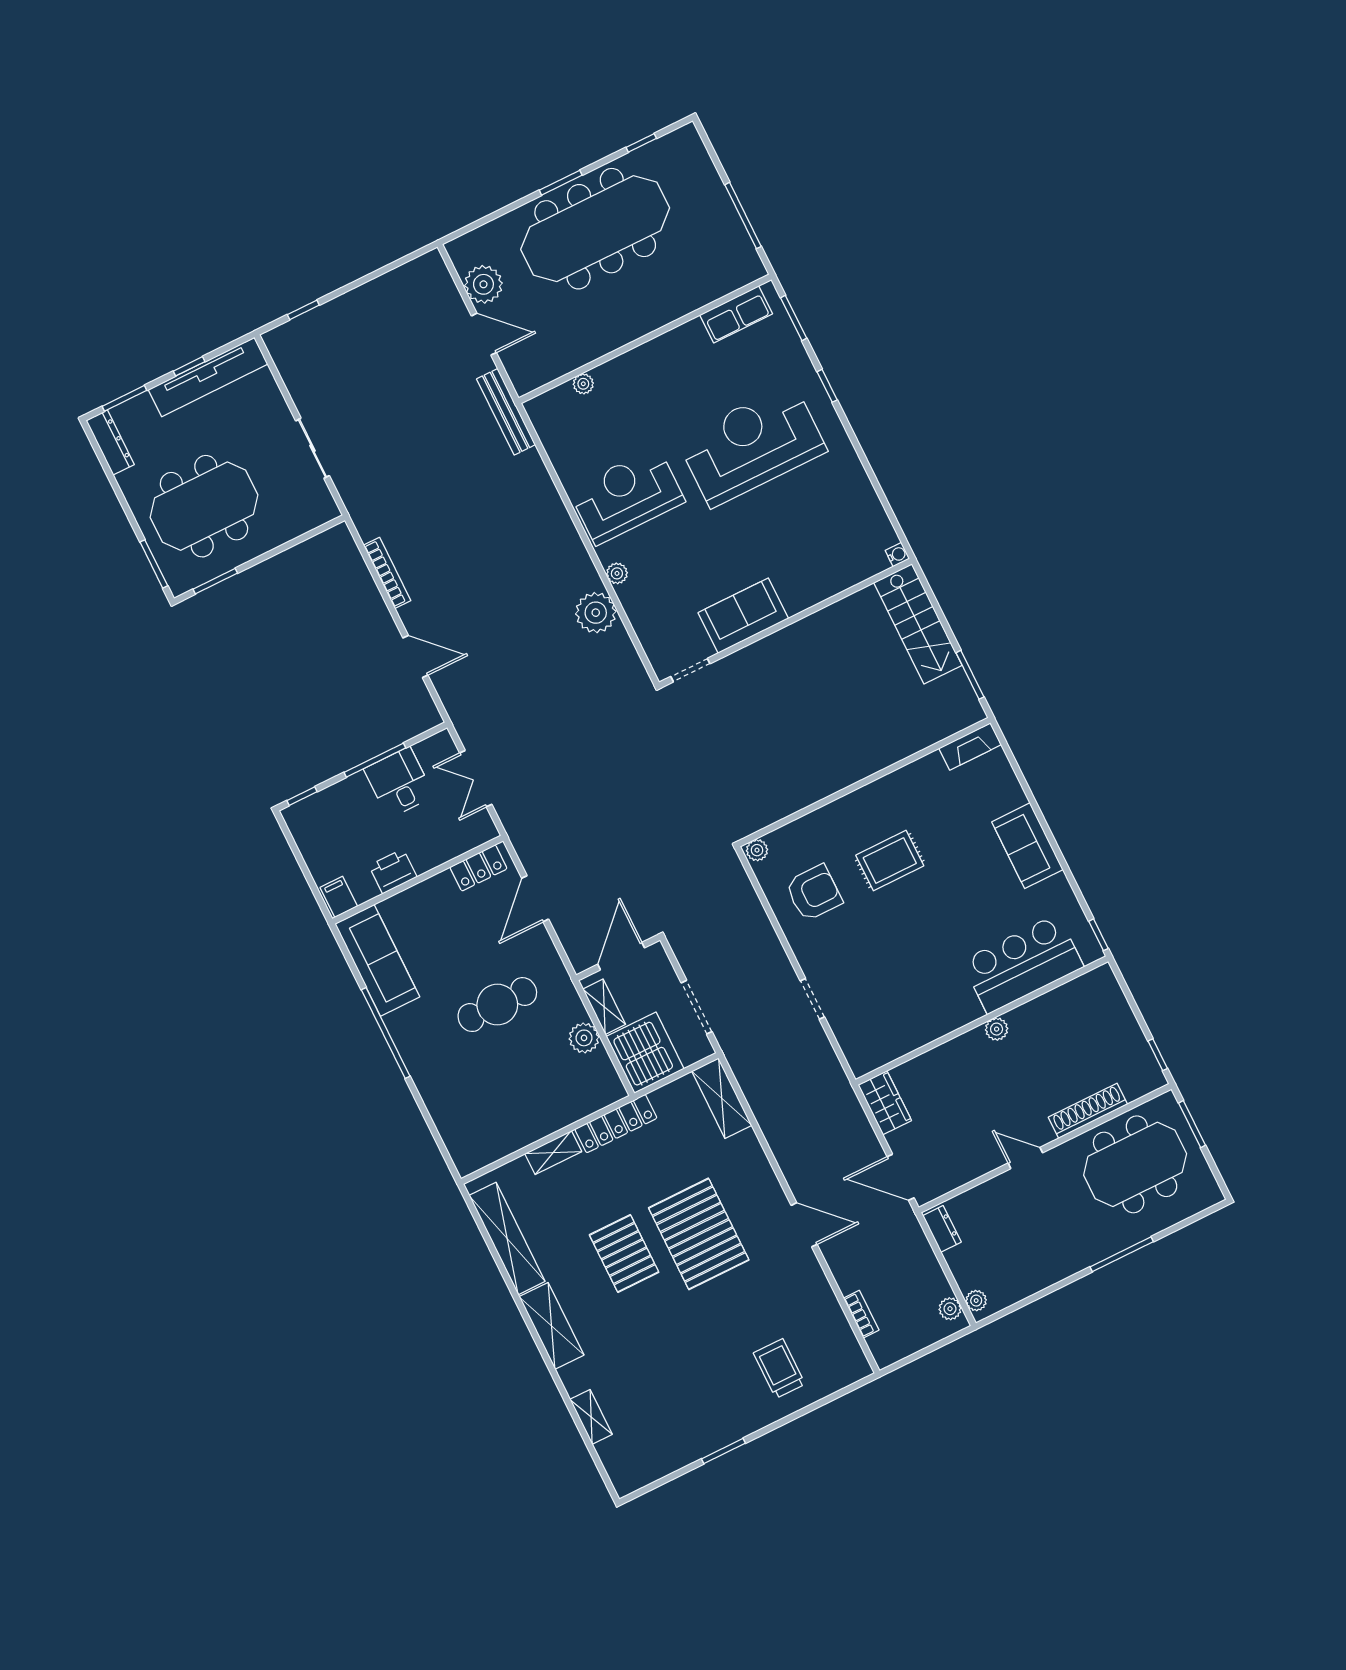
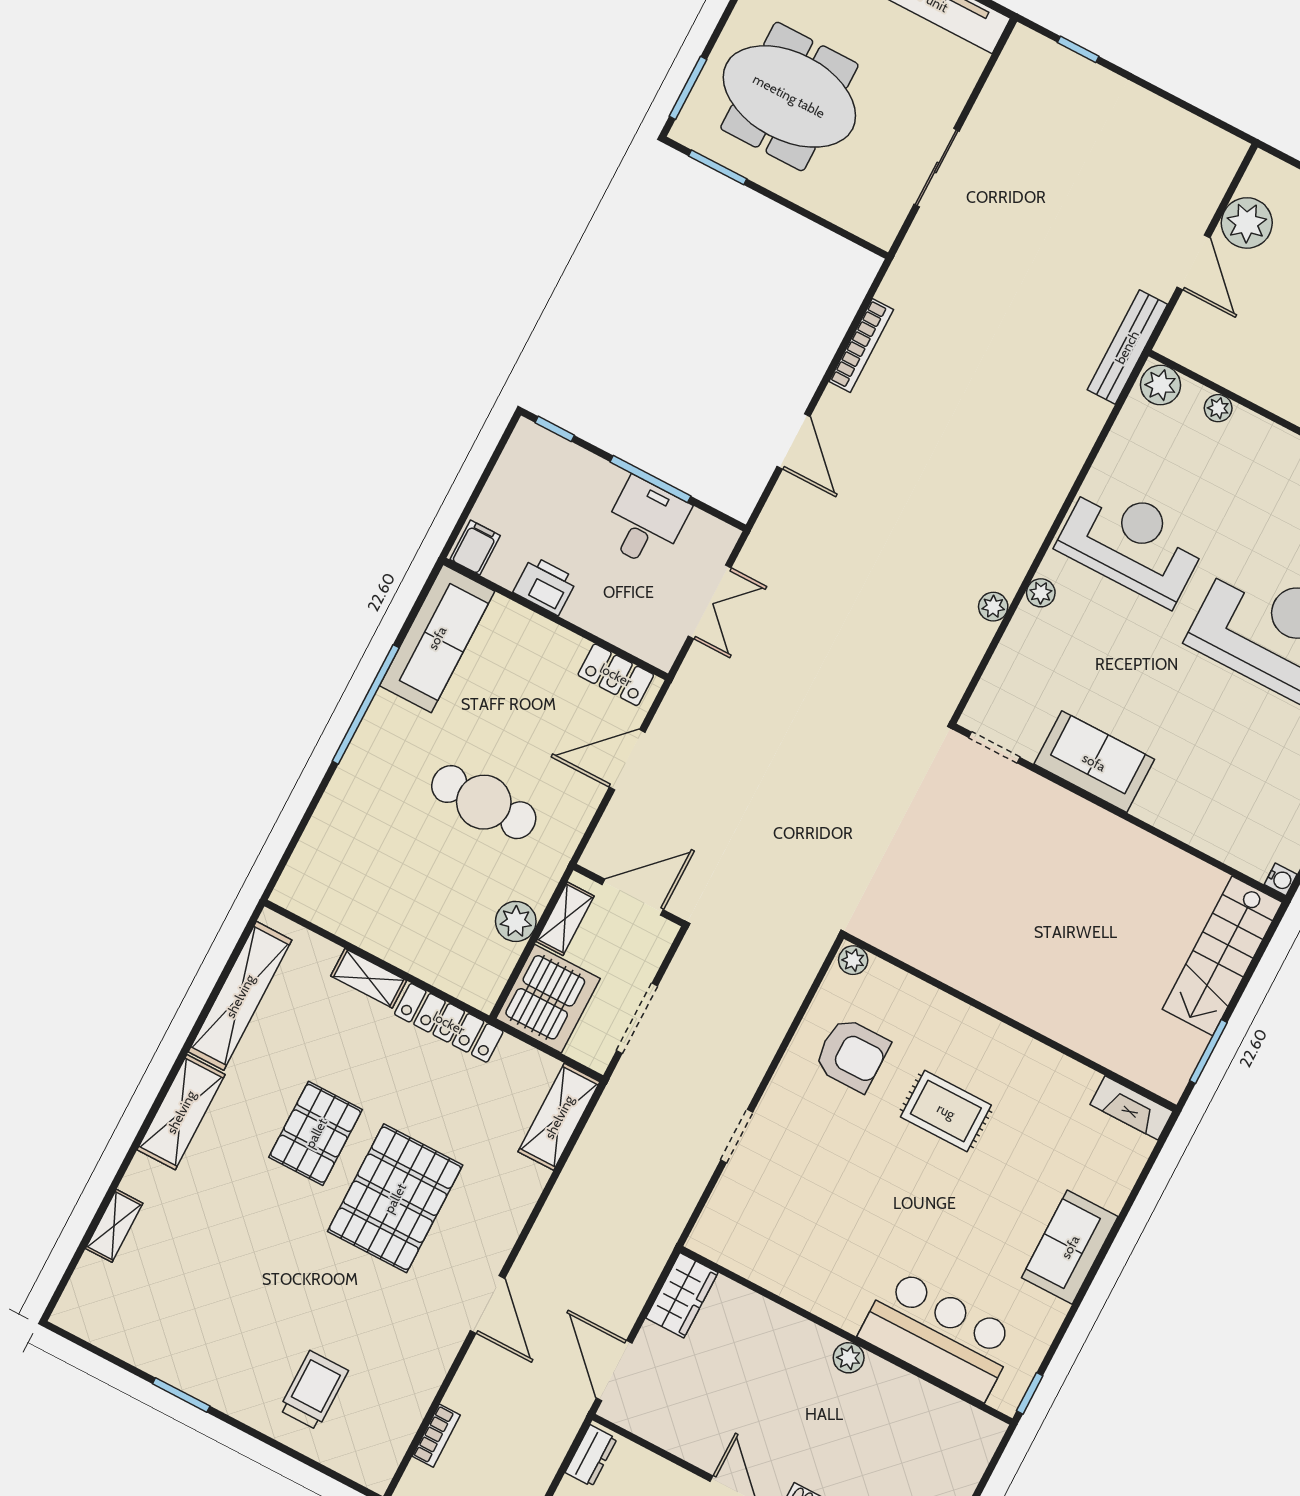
plant: (544, 409) -> (1161, 385), added
plant: (596, 613) -> (993, 607), width x0.53, depth x0.53
double door: (476, 779) -> (710, 602), swing flipped

